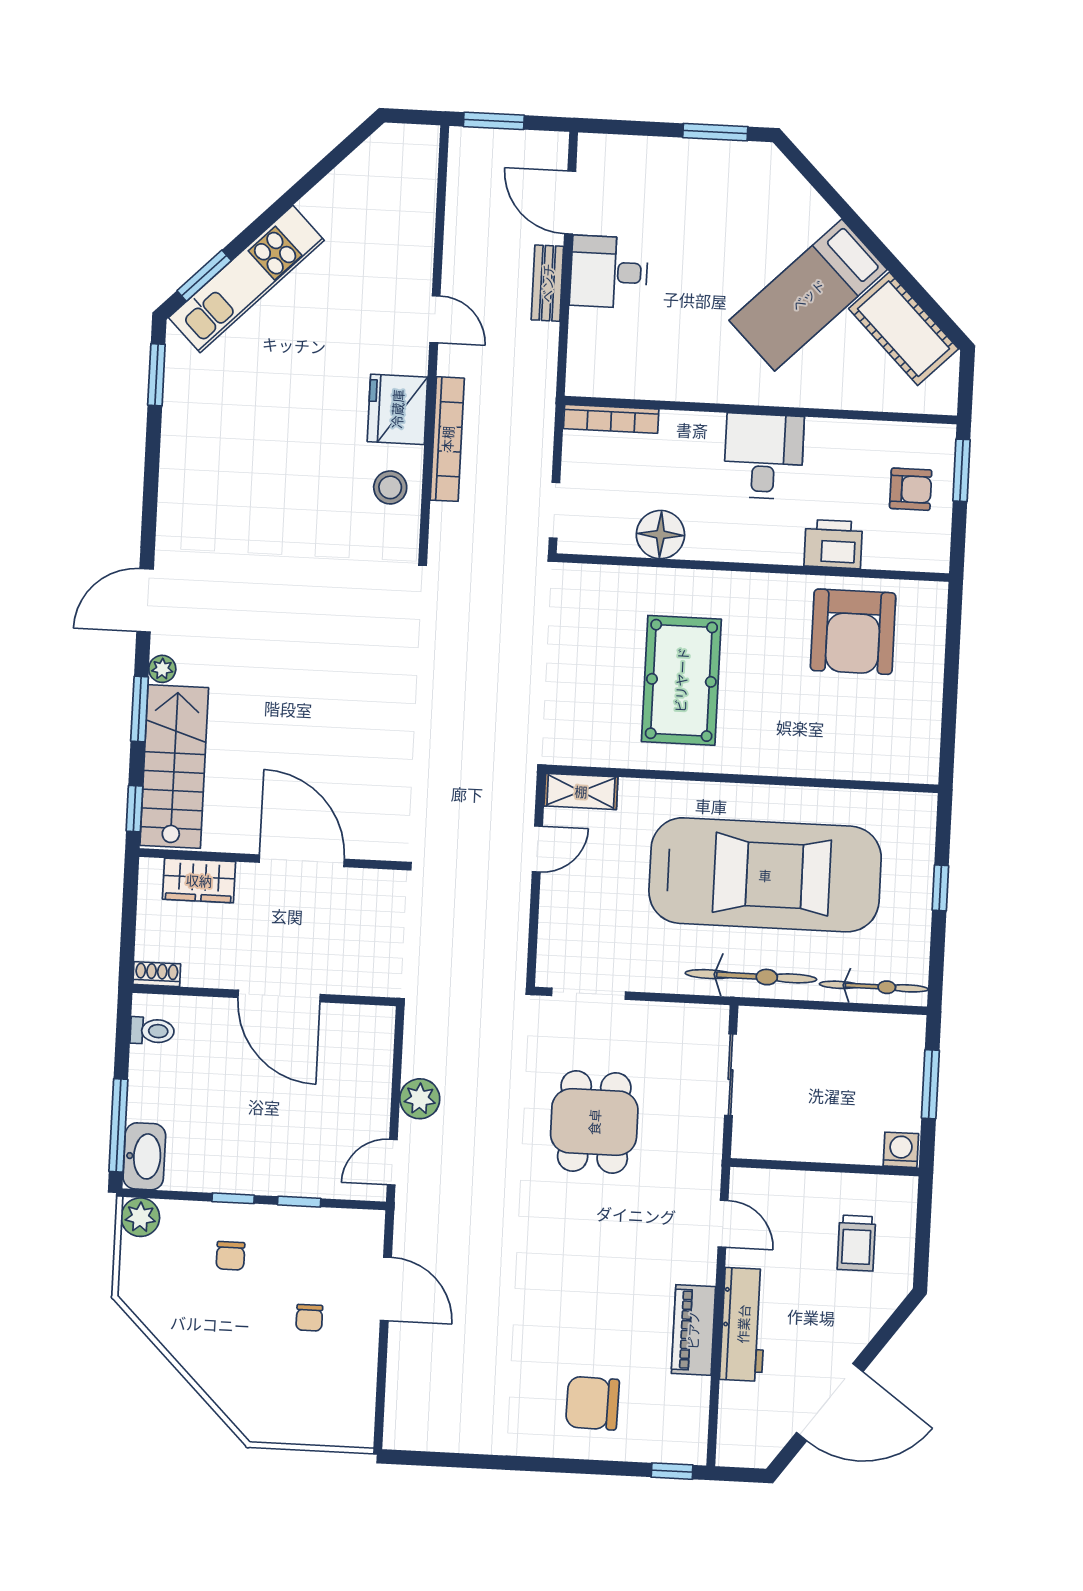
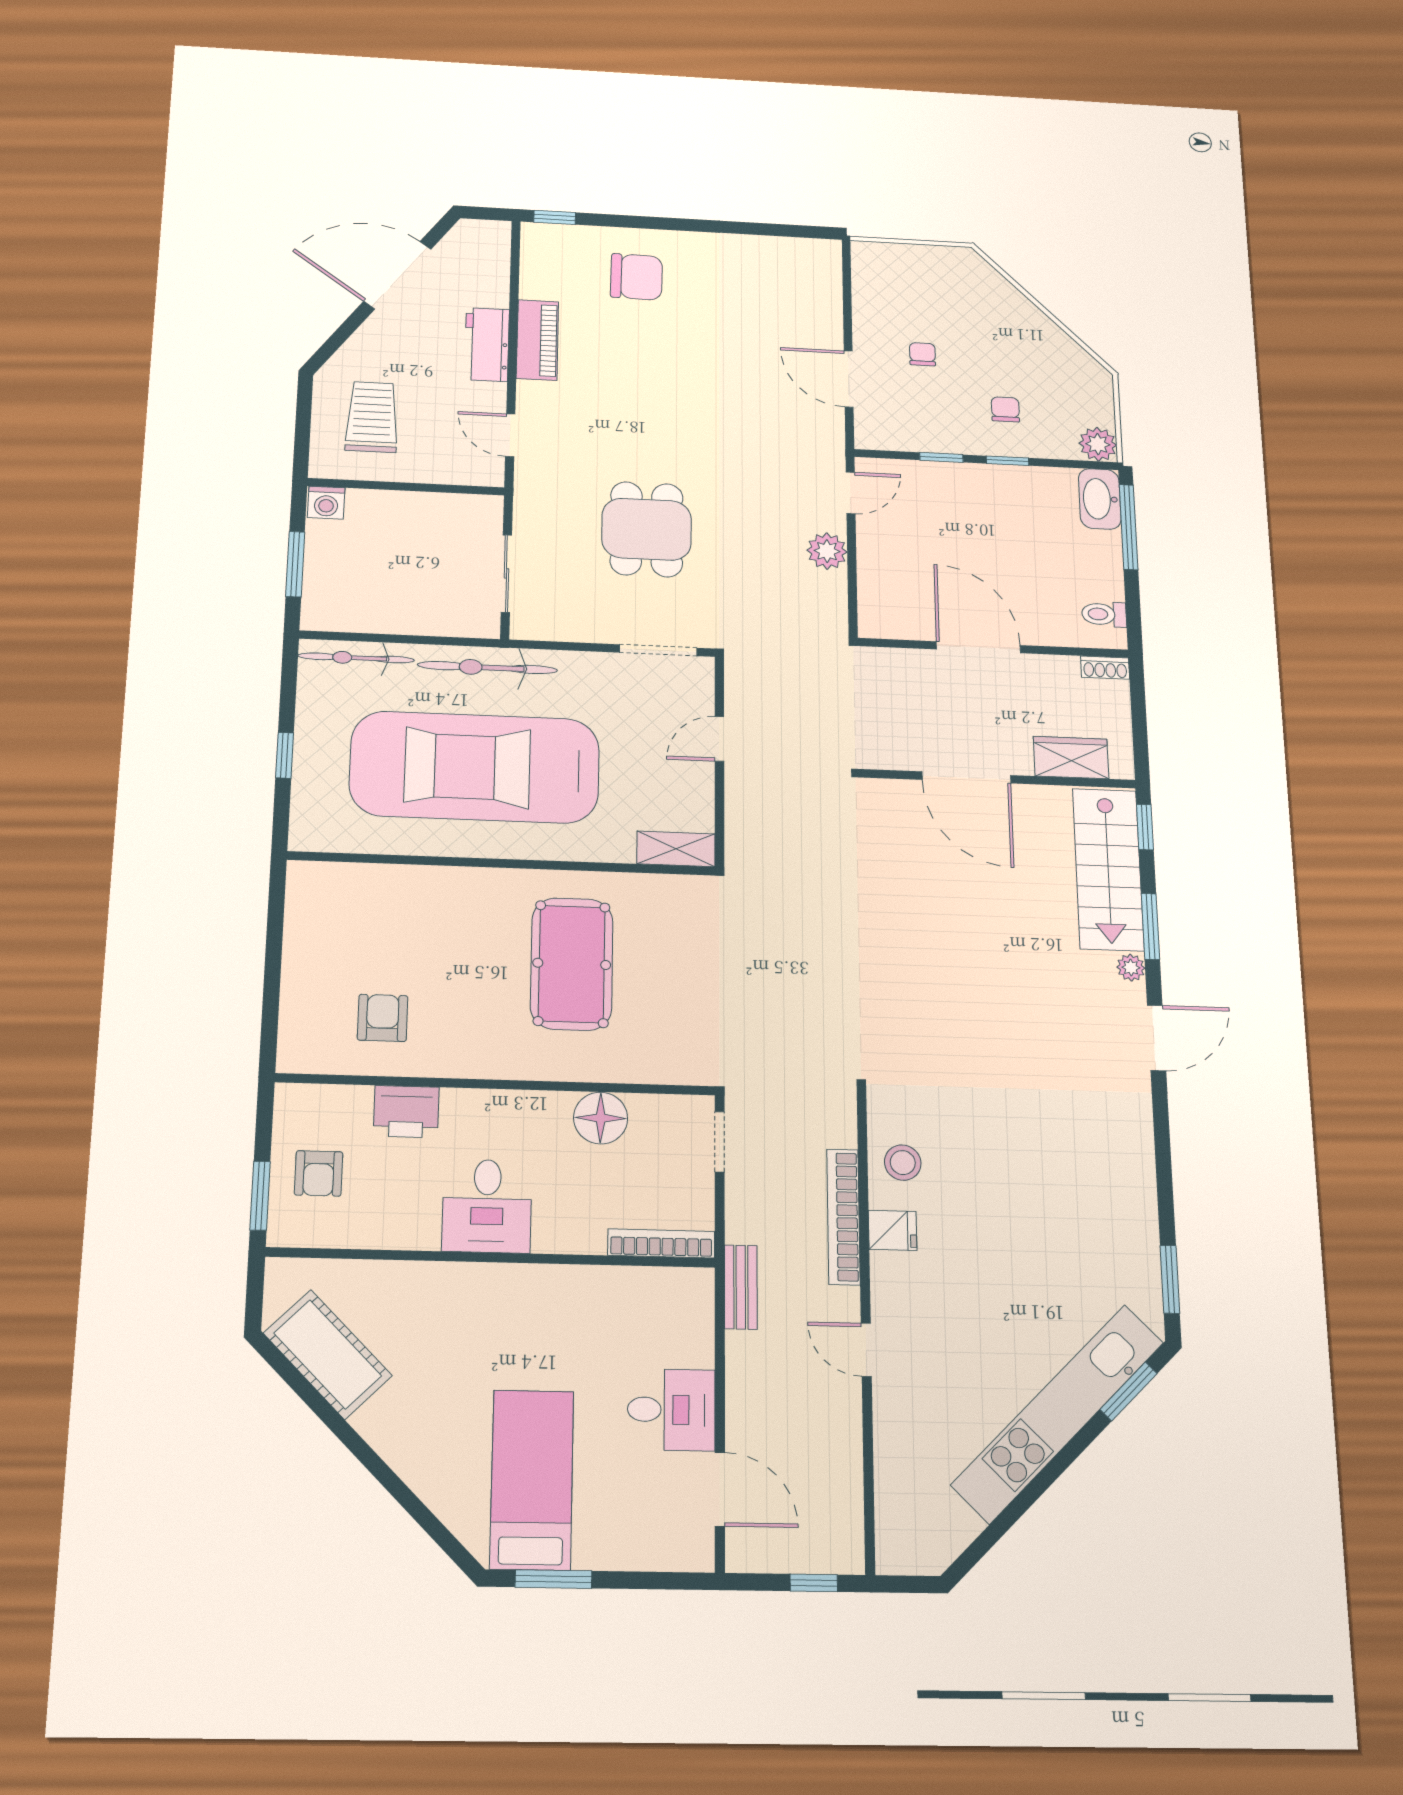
window: (494, 121) -> (814, 1583), width x0.67
kitchen unit: (246, 279) -> (1058, 1413), width x1.36
bench: (547, 283) -> (741, 1287), moved
bed: (808, 295) -> (532, 1480), moved, turned -45
fridge: (397, 409) -> (893, 1230), width x0.53, depth x0.75
armchair: (911, 489) -> (319, 1173), turned -90
armchair: (853, 632) -> (383, 1018), width x0.53, depth x0.53
door: (537, 849) -> (719, 739), moved
trolley: (856, 1243) -> (372, 417), width x1.36, depth x1.39
workbench: (743, 1324) -> (487, 345), width x0.73

